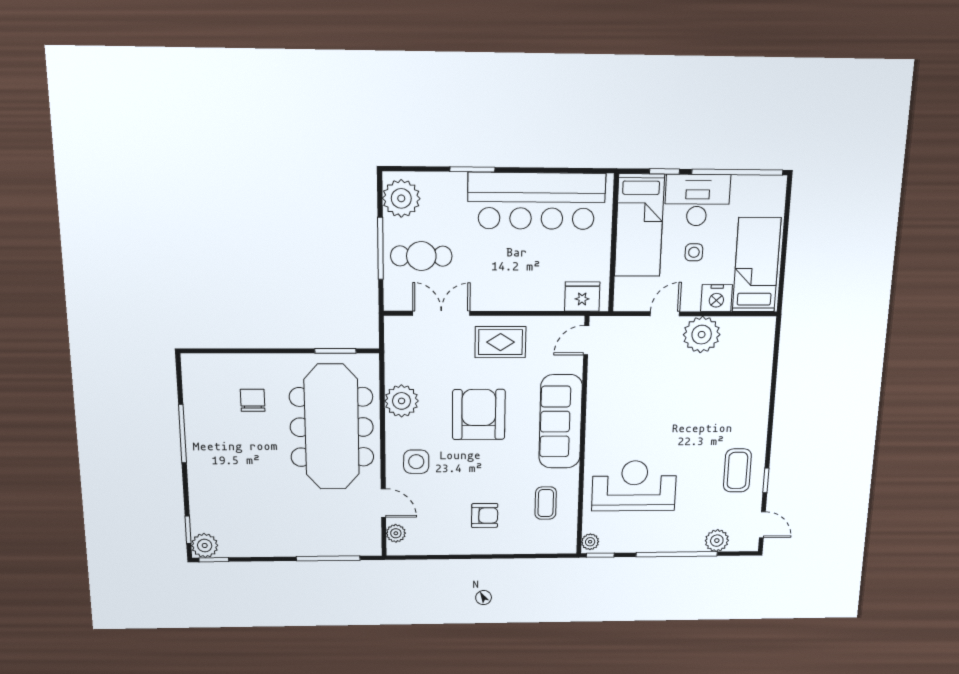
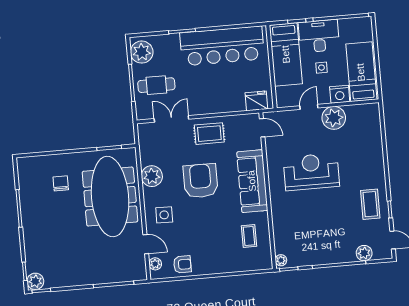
door: (586, 340) -> (262, 128), swing flipped
reception desk: (634, 486) -> (311, 172), moved
armchair: (485, 516) -> (182, 264), moved

